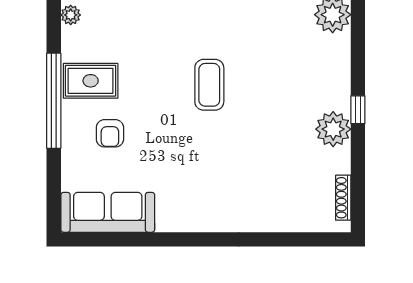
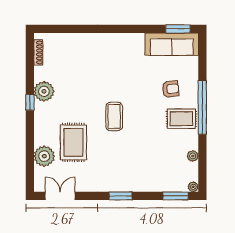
rug: (281, 39) -> (73, 142), added
armchair: (110, 133) -> (170, 89), turned 84
window: (97, 239) -> (178, 29), added

